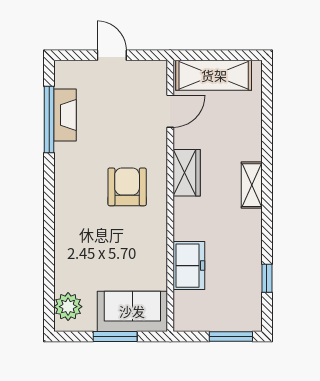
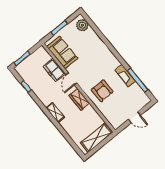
door: (170, 111) -> (71, 79), moved
fireplace: (65, 115) -> (125, 76), moved
armchair: (127, 187) -> (102, 91), moved
sofa: (132, 311) -> (62, 52), moved, turned -90

